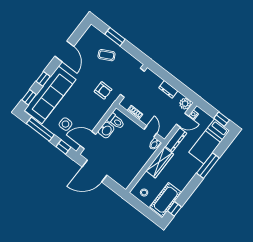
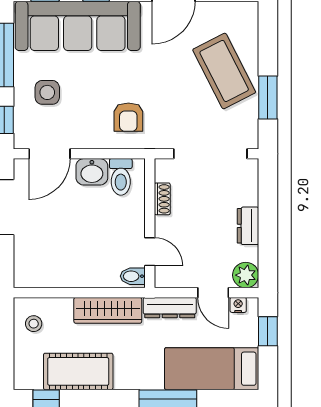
window: (115, 37) -> (268, 97), moved
coffee table: (107, 55) -> (224, 71), width x1.86, depth x1.72
armchair: (103, 90) -> (128, 117), moved
window: (222, 119) -> (268, 331), moved
door: (150, 131) -> (150, 252), hinge flipped
door: (88, 140) -> (50, 154), swing flipped
cot: (166, 200) -> (78, 371), moved

